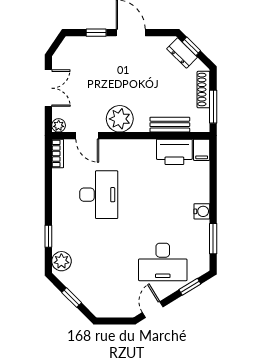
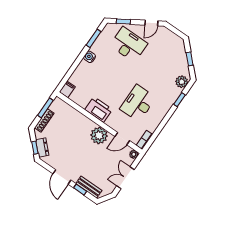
bench: (170, 125) -> (89, 187), moved
door: (87, 136) -> (122, 139), swing flipped
printer: (174, 152) -> (99, 110), moved

